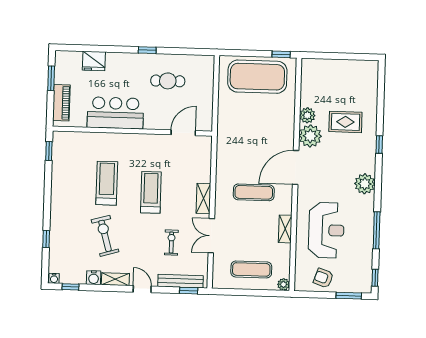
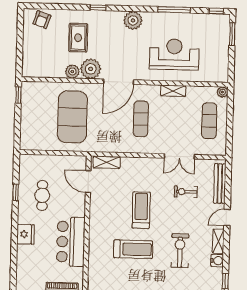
window: (147, 50) -> (16, 192), moved
fridge: (94, 61) -> (26, 234), moved
exercise mat: (257, 77) -> (72, 117), moved
door: (296, 167) -> (119, 82), hinge flipped
treadmill: (107, 183) -> (133, 249), turned 180
treadmill: (151, 192) -> (141, 210), turned 90
shelving: (203, 198) -> (107, 162), moved
exercise bike: (105, 236) -> (180, 251), turned 106
armchair: (323, 278) -> (42, 20), moved
window: (189, 291) -> (228, 176), removed

